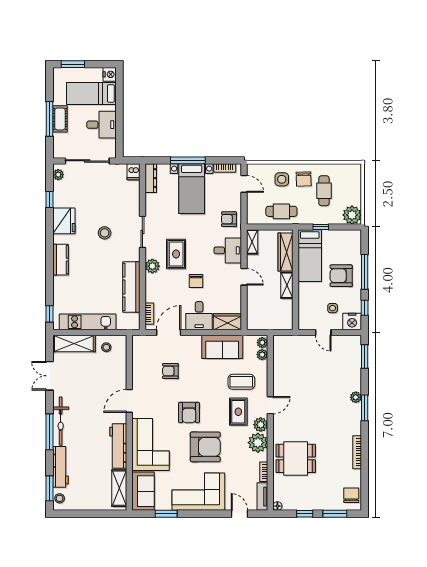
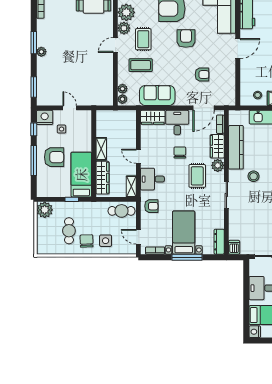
cafe table: (281, 211) -> (122, 211), moved
stool: (105, 233) -> (254, 176), moved
wardrobe: (153, 288) -> (217, 146), added

